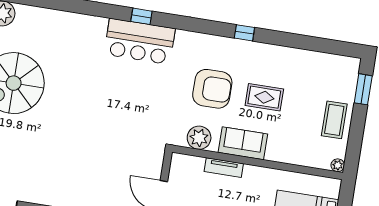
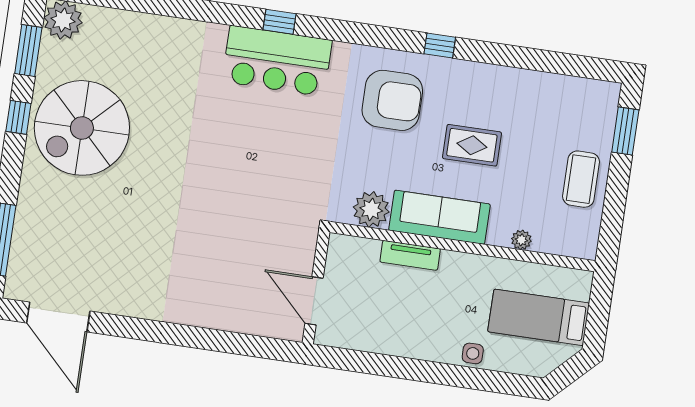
armchair: (212, 89) -> (392, 100), moved
sofa: (243, 143) -> (439, 217), width x1.36
plant: (338, 165) -> (521, 240), moved

